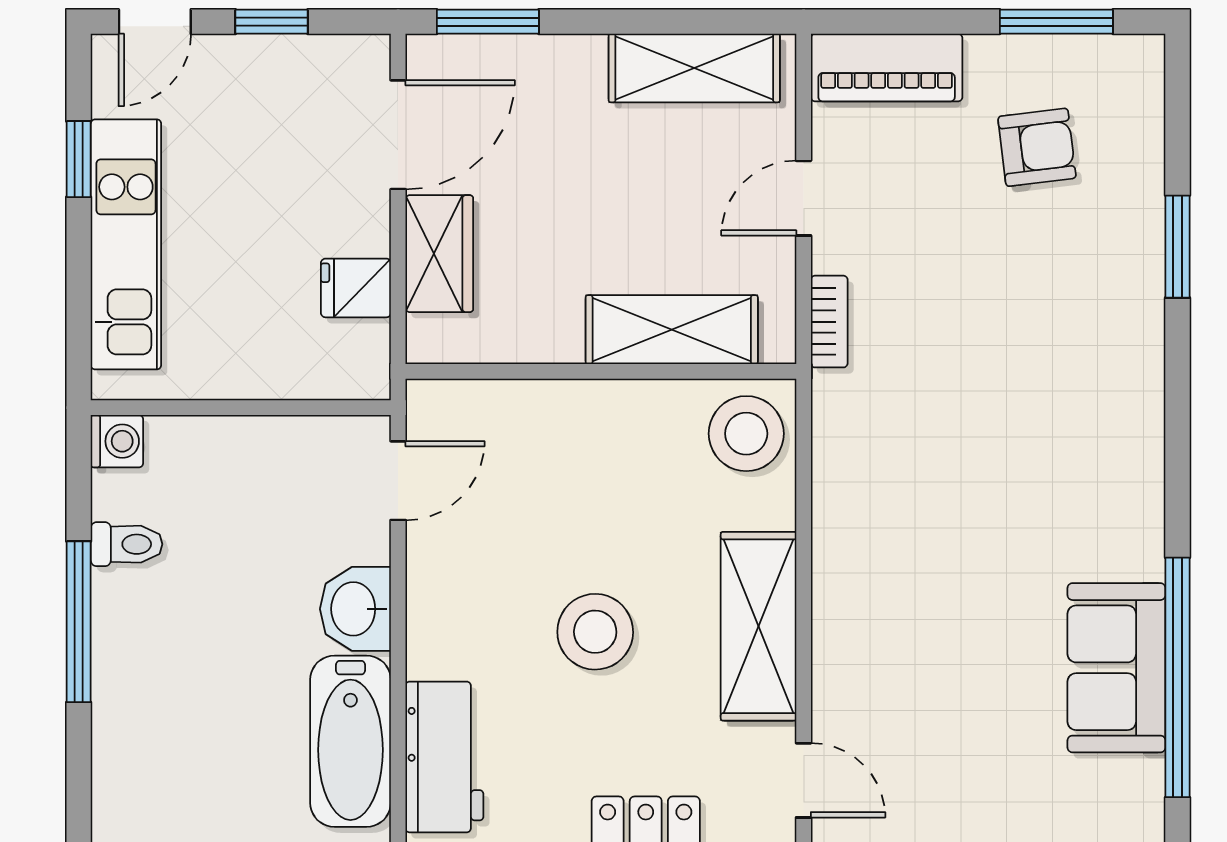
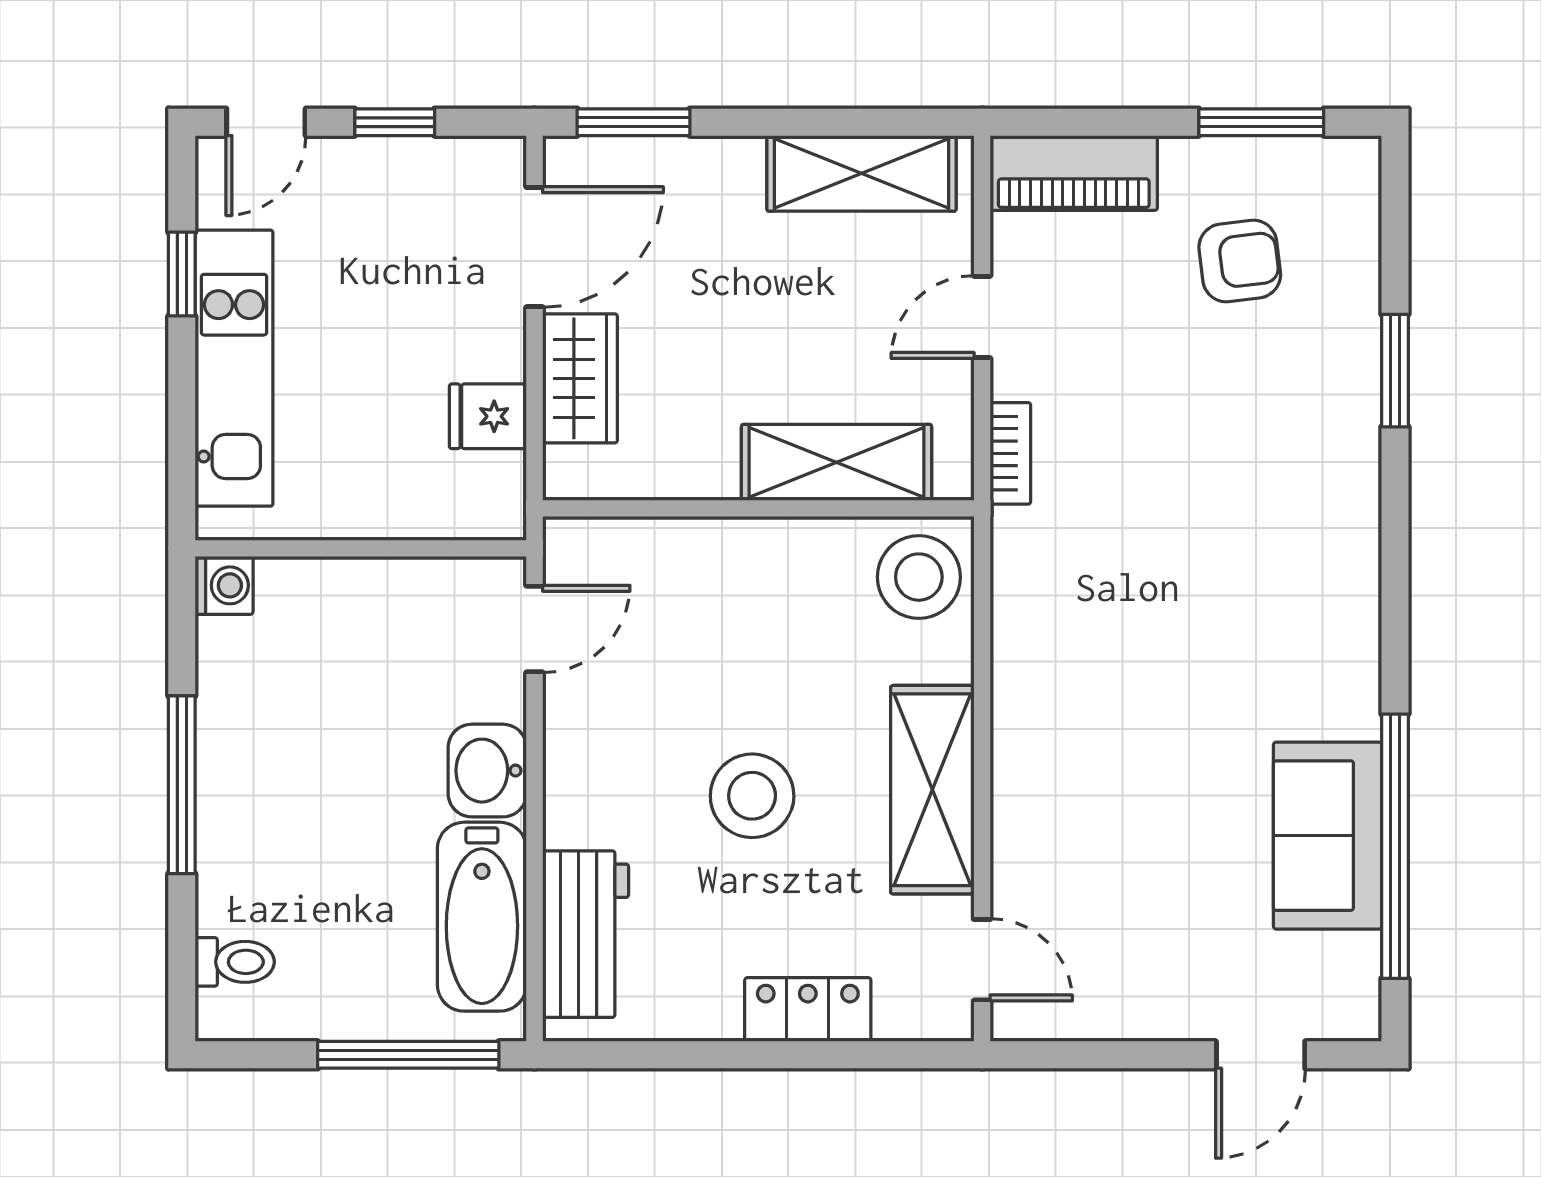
toilet: (127, 544) -> (235, 962), moved

